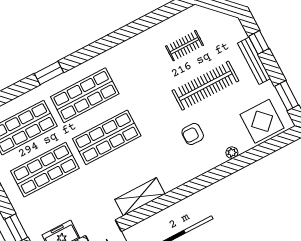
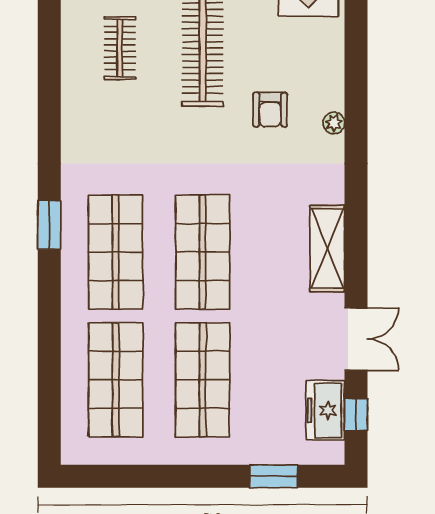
window: (49, 73) -> (49, 225), moved
plant: (232, 153) -> (334, 123), moved

